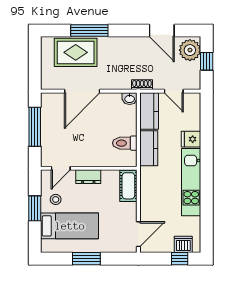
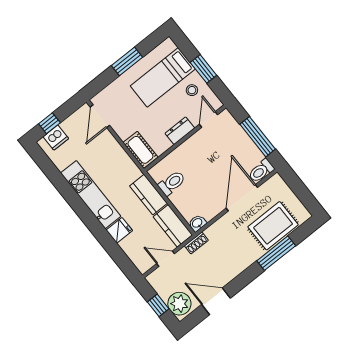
toilet: (52, 100) -> (261, 171), added

